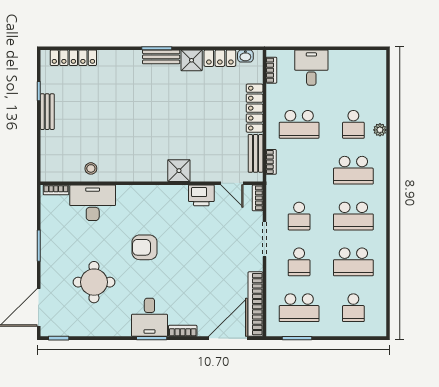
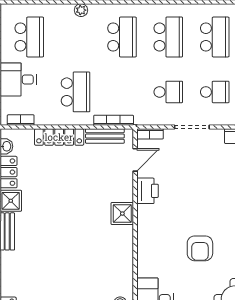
school desk: (353, 124) -> (29, 37), moved, width x1.85
bookcase: (271, 162) -> (114, 120), width x1.56

